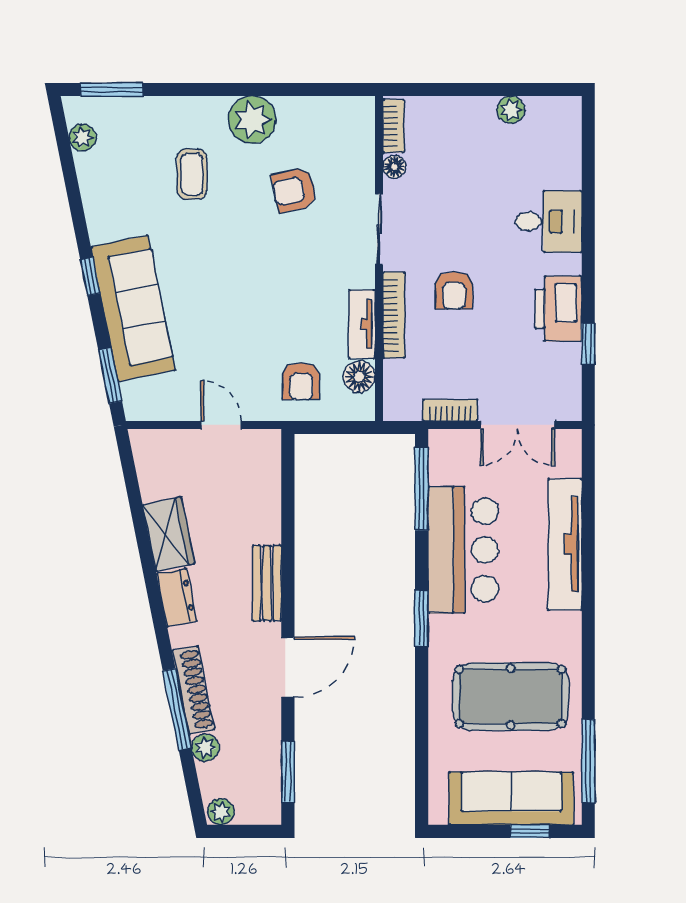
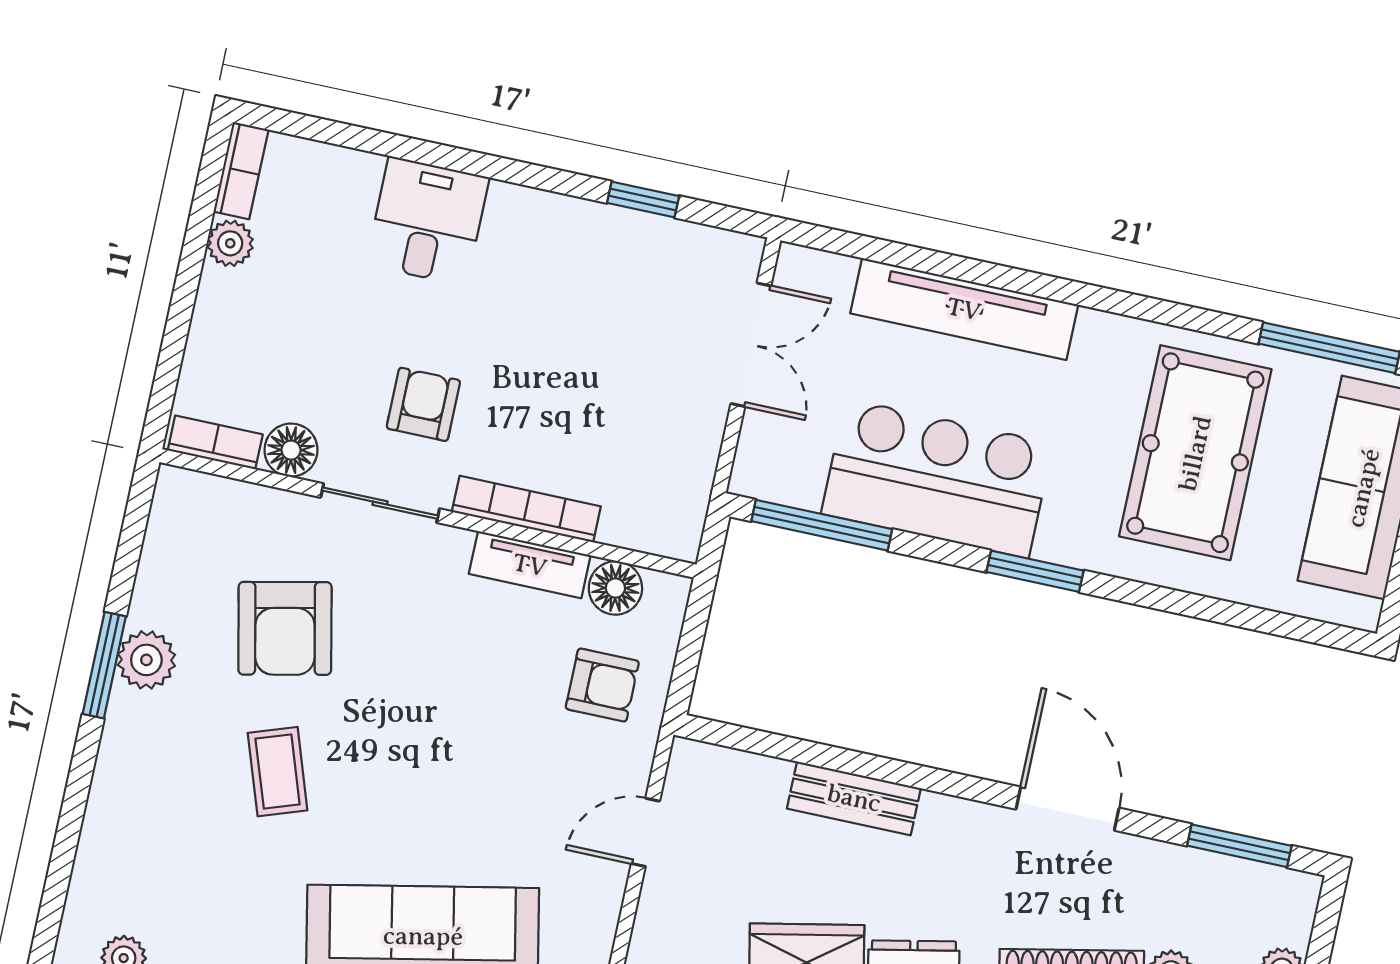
window: (112, 90) -> (104, 665), moved
plant: (252, 120) -> (146, 660), width x0.73, depth x0.73
floor lamp: (394, 167) -> (291, 450), width x1.37, depth x1.37
coffee table: (192, 174) -> (278, 772), moved, turned 71
armchair: (294, 190) -> (285, 628), width x1.38, depth x1.38
armchair: (454, 291) -> (423, 404), moved, turned -90
printer: (558, 309) -> (574, 236), removed
bookcase: (450, 410) -> (241, 171), moved, turned 180
bench: (267, 583) -> (854, 798), moved

